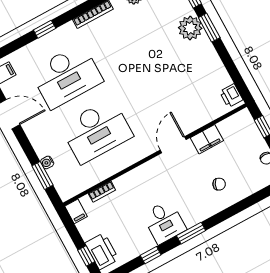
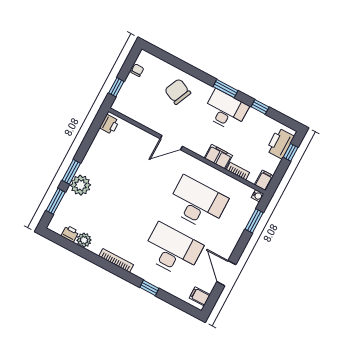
filing cabinet: (207, 139) -> (218, 157), moved
water cooler: (47, 162) -> (258, 196), moved
chair: (219, 184) -> (178, 92), width x1.87, depth x1.87
desk: (164, 222) -> (226, 110), width x1.37

